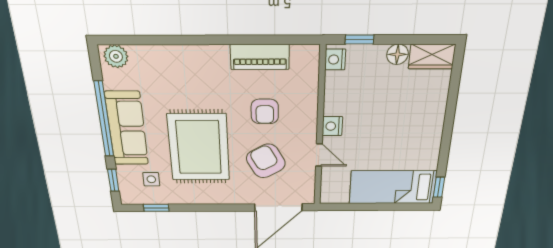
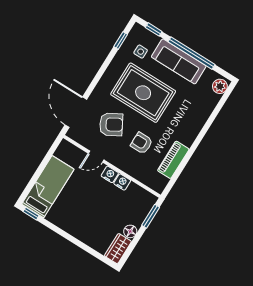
window: (359, 40) -> (151, 216), width x1.50
nightstand: (335, 60) -> (122, 182), moved

